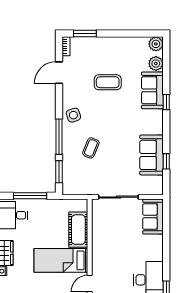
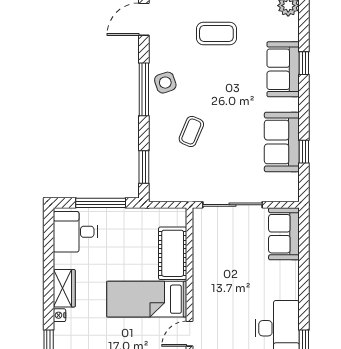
sofa: (152, 90) -> (283, 69), moved
window: (59, 137) -> (144, 89), moved

